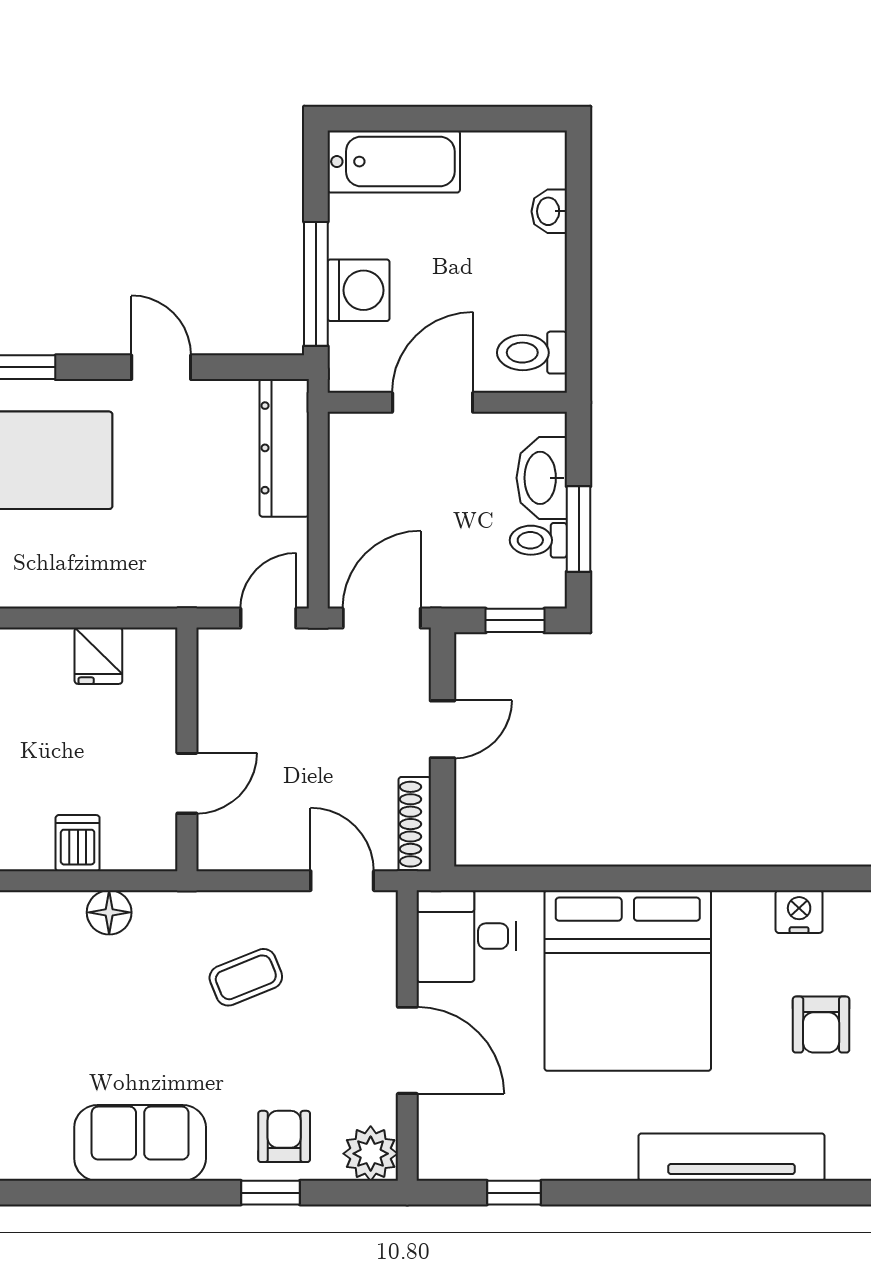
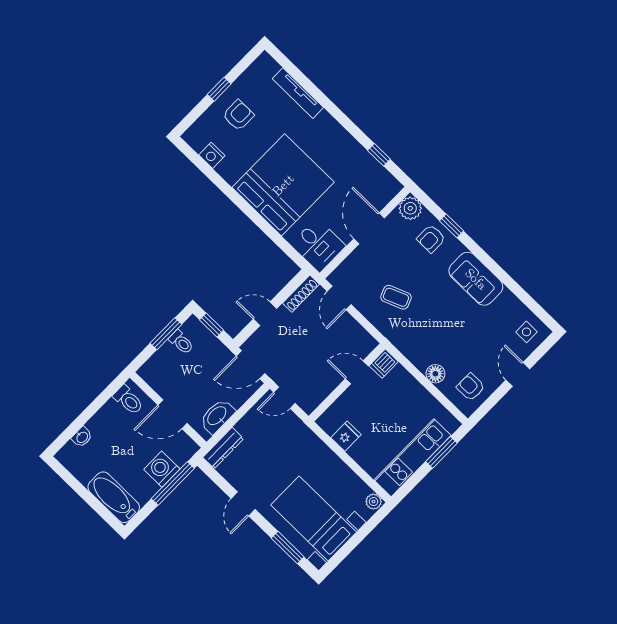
dresser: (284, 448) -> (223, 448), width x0.73, depth x0.80
washbasin: (542, 478) -> (217, 416), moved, turned 180
dishwasher: (78, 843) -> (384, 364), moved
floor lamp: (109, 912) -> (435, 374), moved
tv unit: (732, 1157) -> (298, 93), width x0.73, depth x0.78

